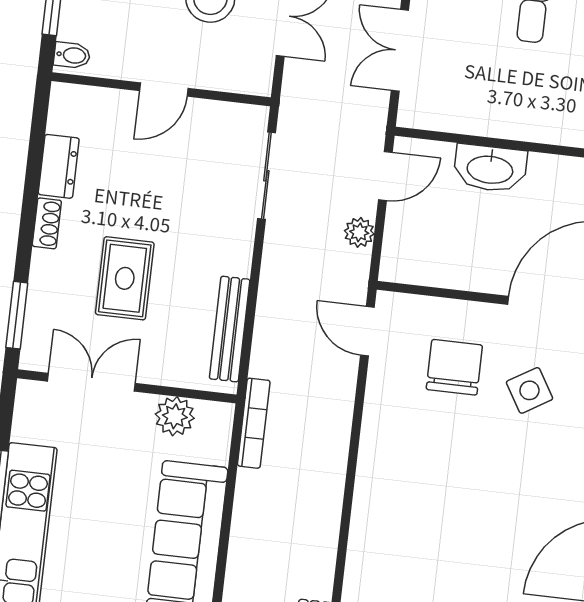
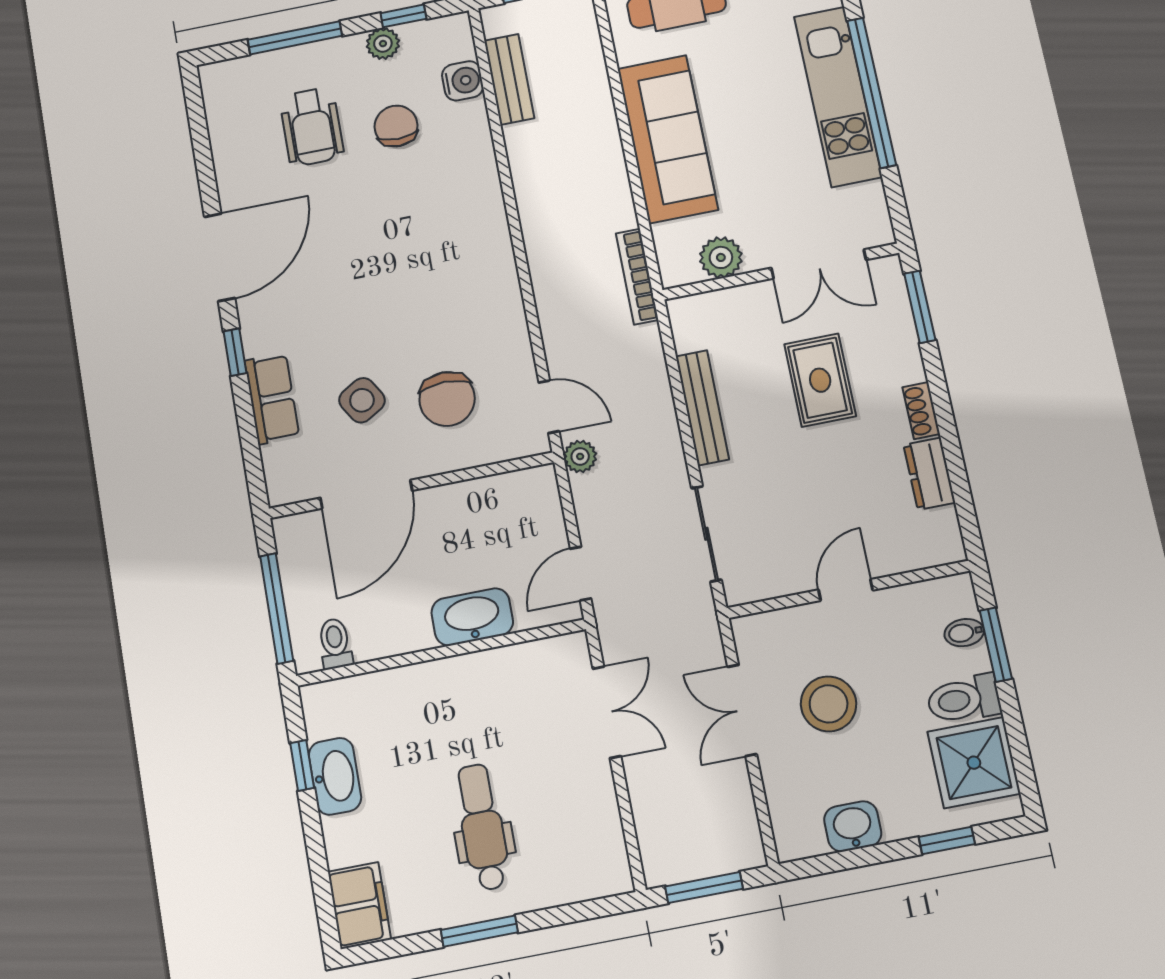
bidet: (72, 55) -> (964, 633), moved
plant: (359, 232) -> (580, 456), moved
bench: (230, 329) -> (702, 408), moved

